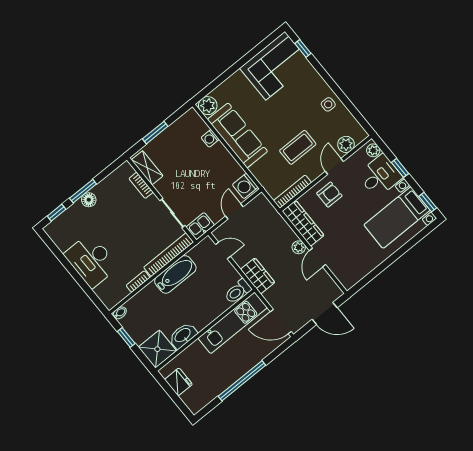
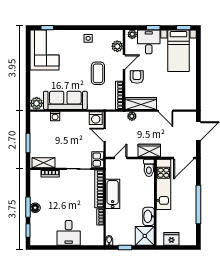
door: (334, 166) -> (124, 62), swing flipped
plant: (299, 247) -> (132, 116), moved
desk: (91, 260) -> (69, 233), width x0.73

